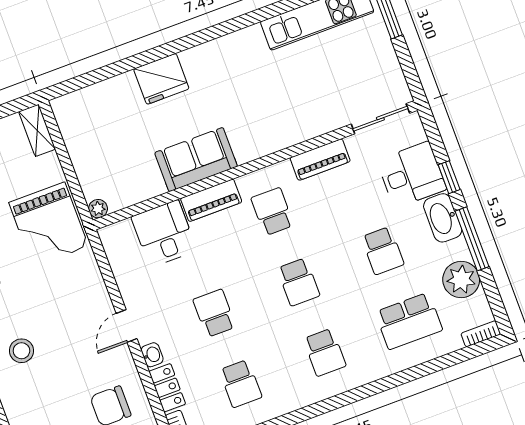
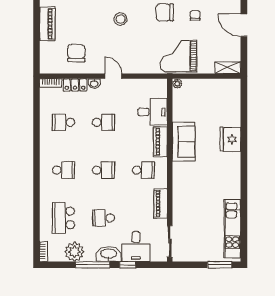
school desk: (298, 282) -> (103, 170), turned 180
school desk: (325, 352) -> (63, 170), turned 180

